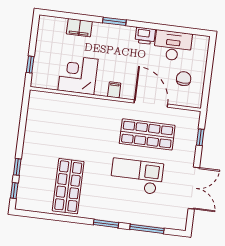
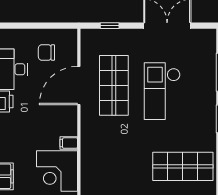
filing cabinet: (114, 90) -> (69, 143), moved

